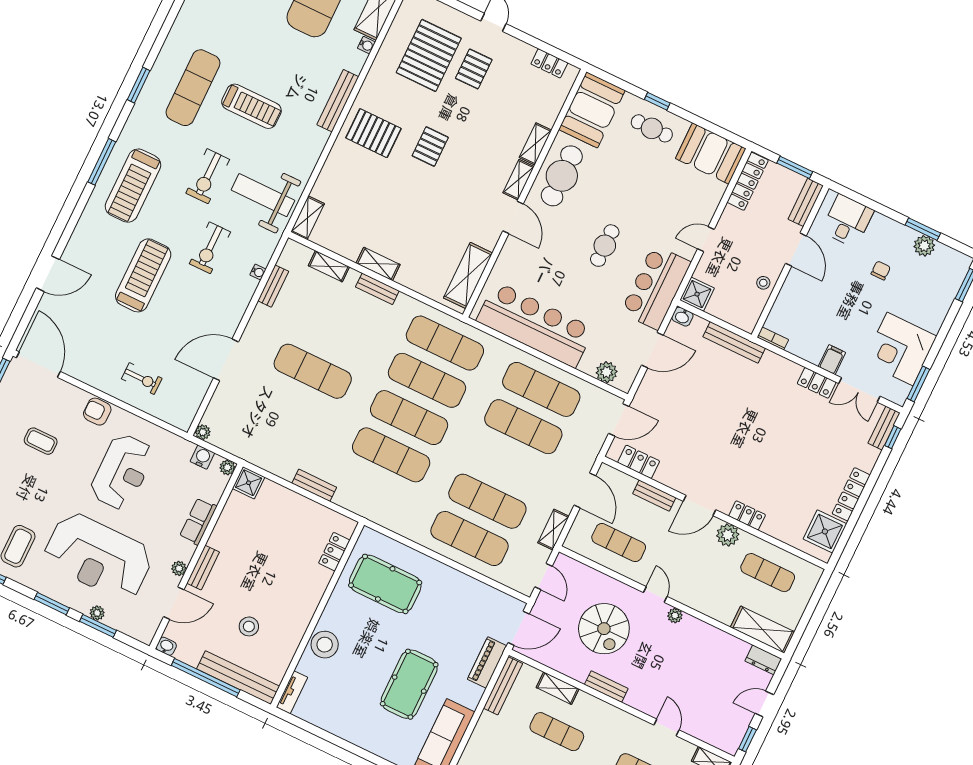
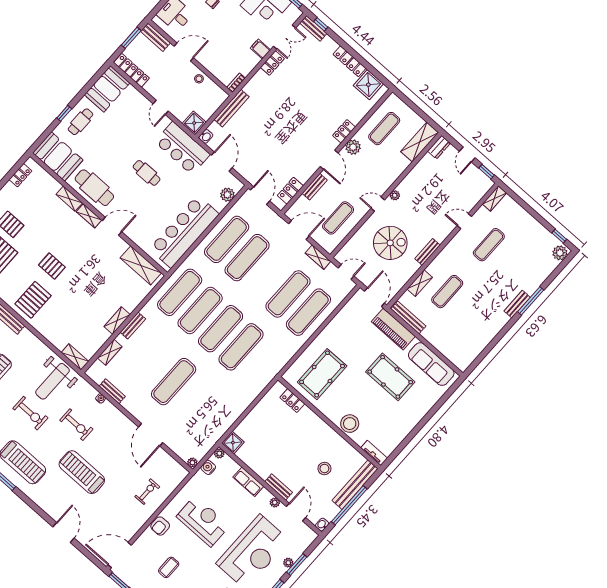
bench: (314, 485) -> (246, 401), removed
piano: (487, 662) -> (393, 329), width x1.37, depth x1.33

